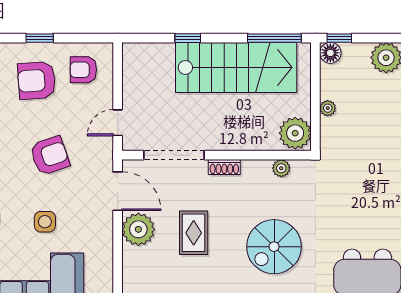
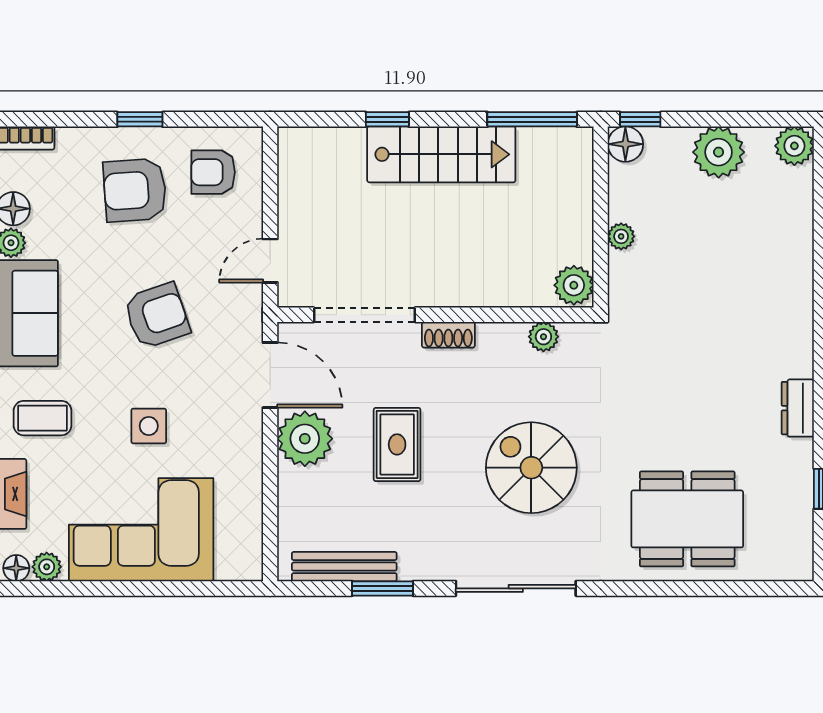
stairs: (236, 67) -> (441, 154), width x0.73, depth x0.66
plant: (295, 133) -> (574, 285), width x0.73, depth x0.73
spiral stairs: (274, 247) -> (531, 468), turned 90

